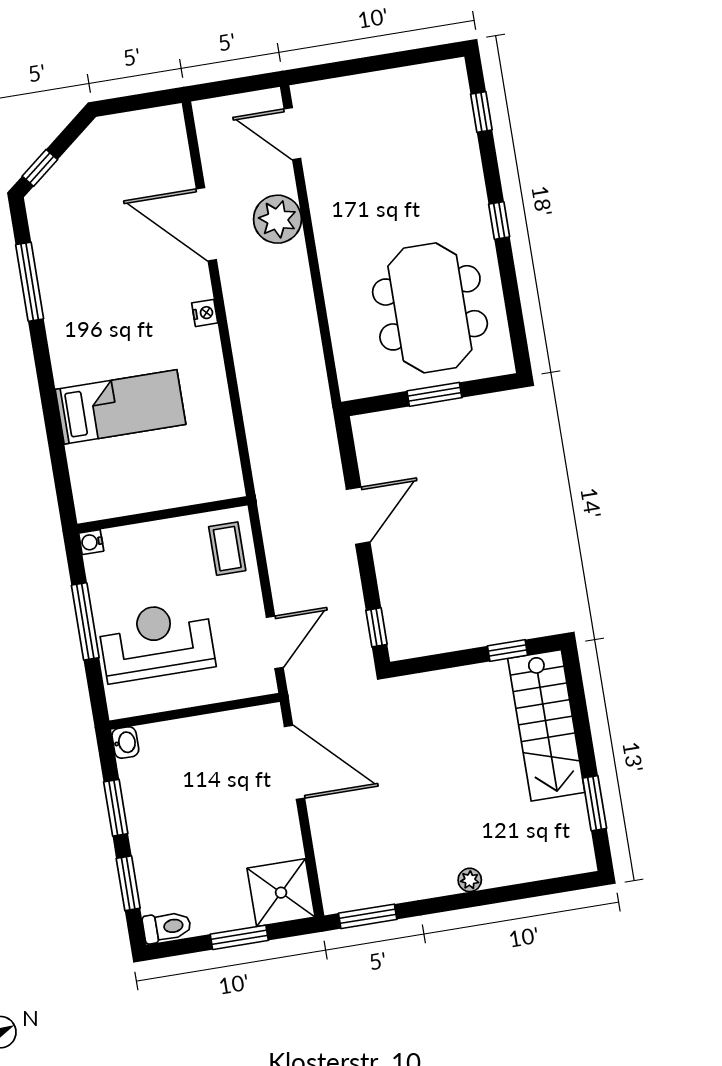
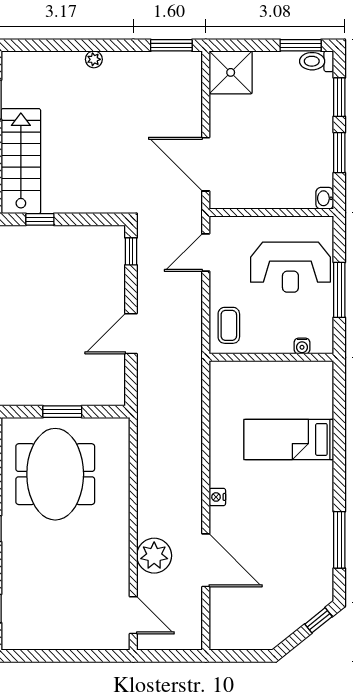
water cooler: (91, 542) -> (302, 346), moved, turned 90
window: (239, 937) -> (301, 45), moved

